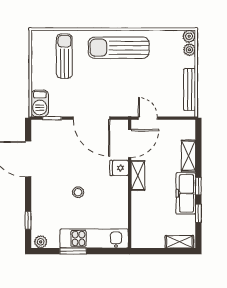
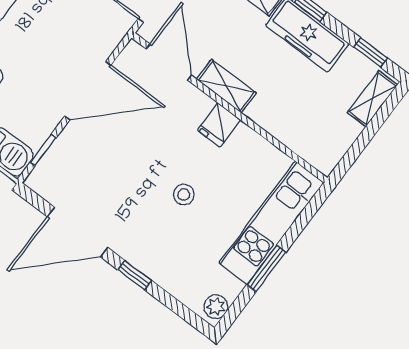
fridge: (119, 168) -> (219, 125), moved
window: (198, 213) -> (370, 52), moved
window: (28, 220) -> (135, 275), moved

